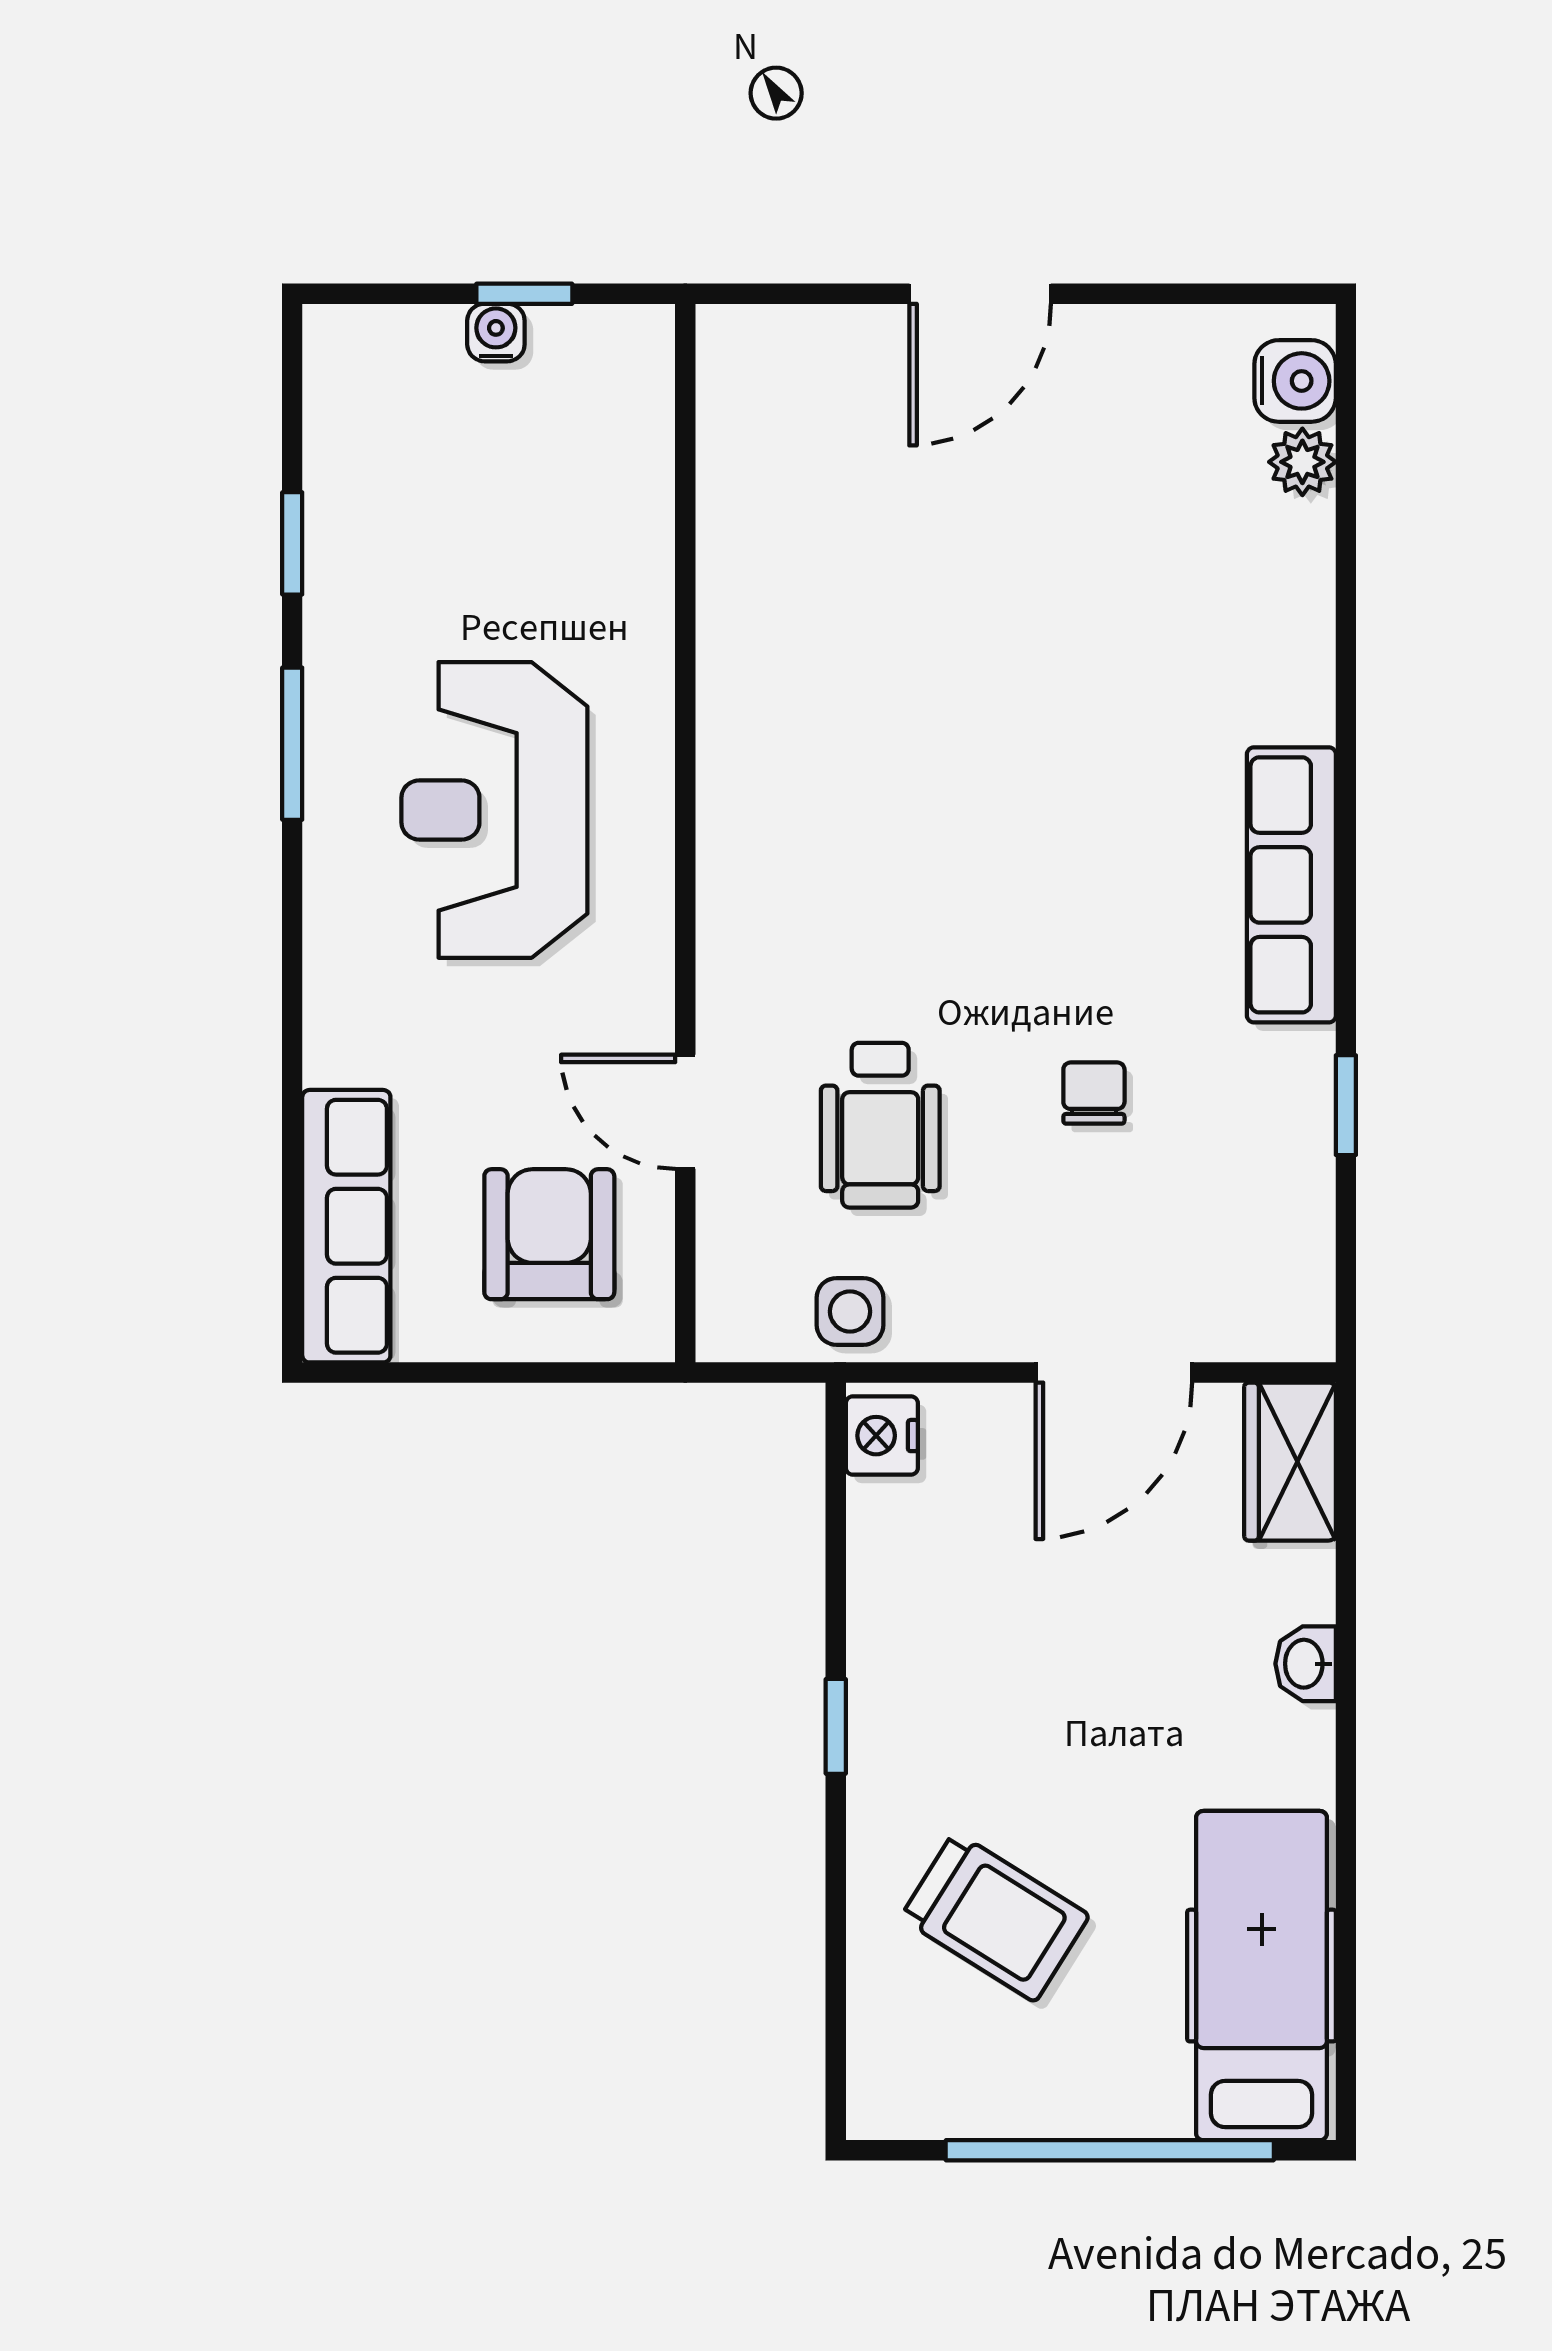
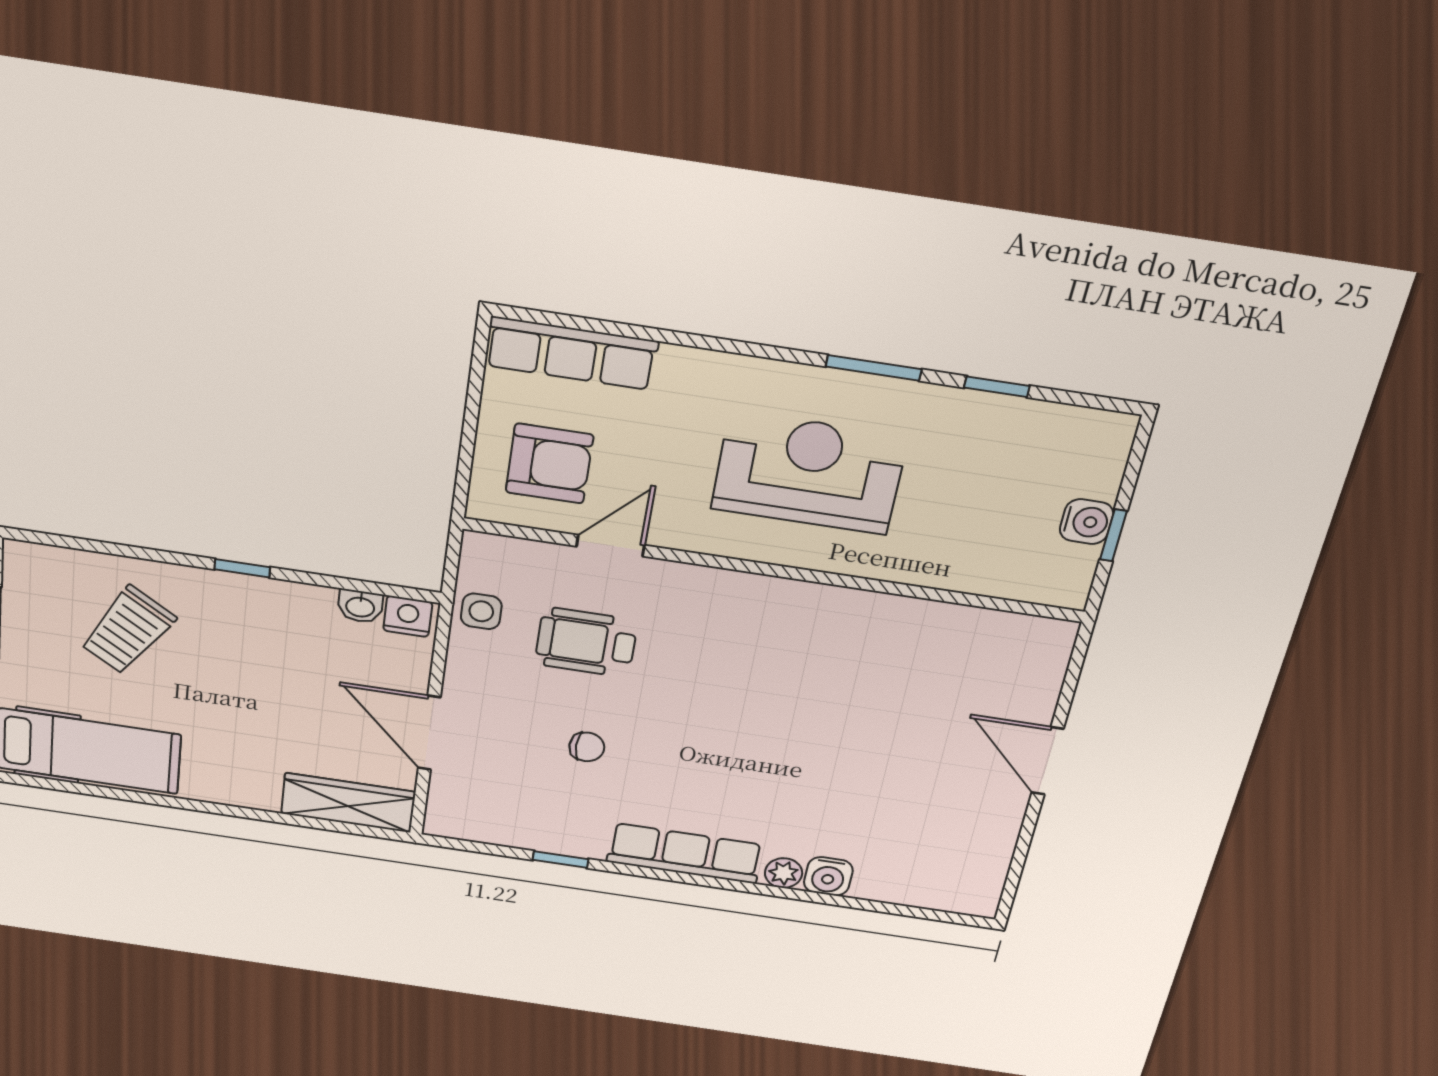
water cooler: (496, 333) -> (1086, 522), width x1.38, depth x1.38
water cooler: (1295, 381) -> (828, 876), moved
plant: (1302, 462) -> (784, 873), moved
wardrobe: (1290, 1462) -> (348, 803), width x1.50
washbasin: (1306, 1664) -> (360, 606), moved, turned 180

